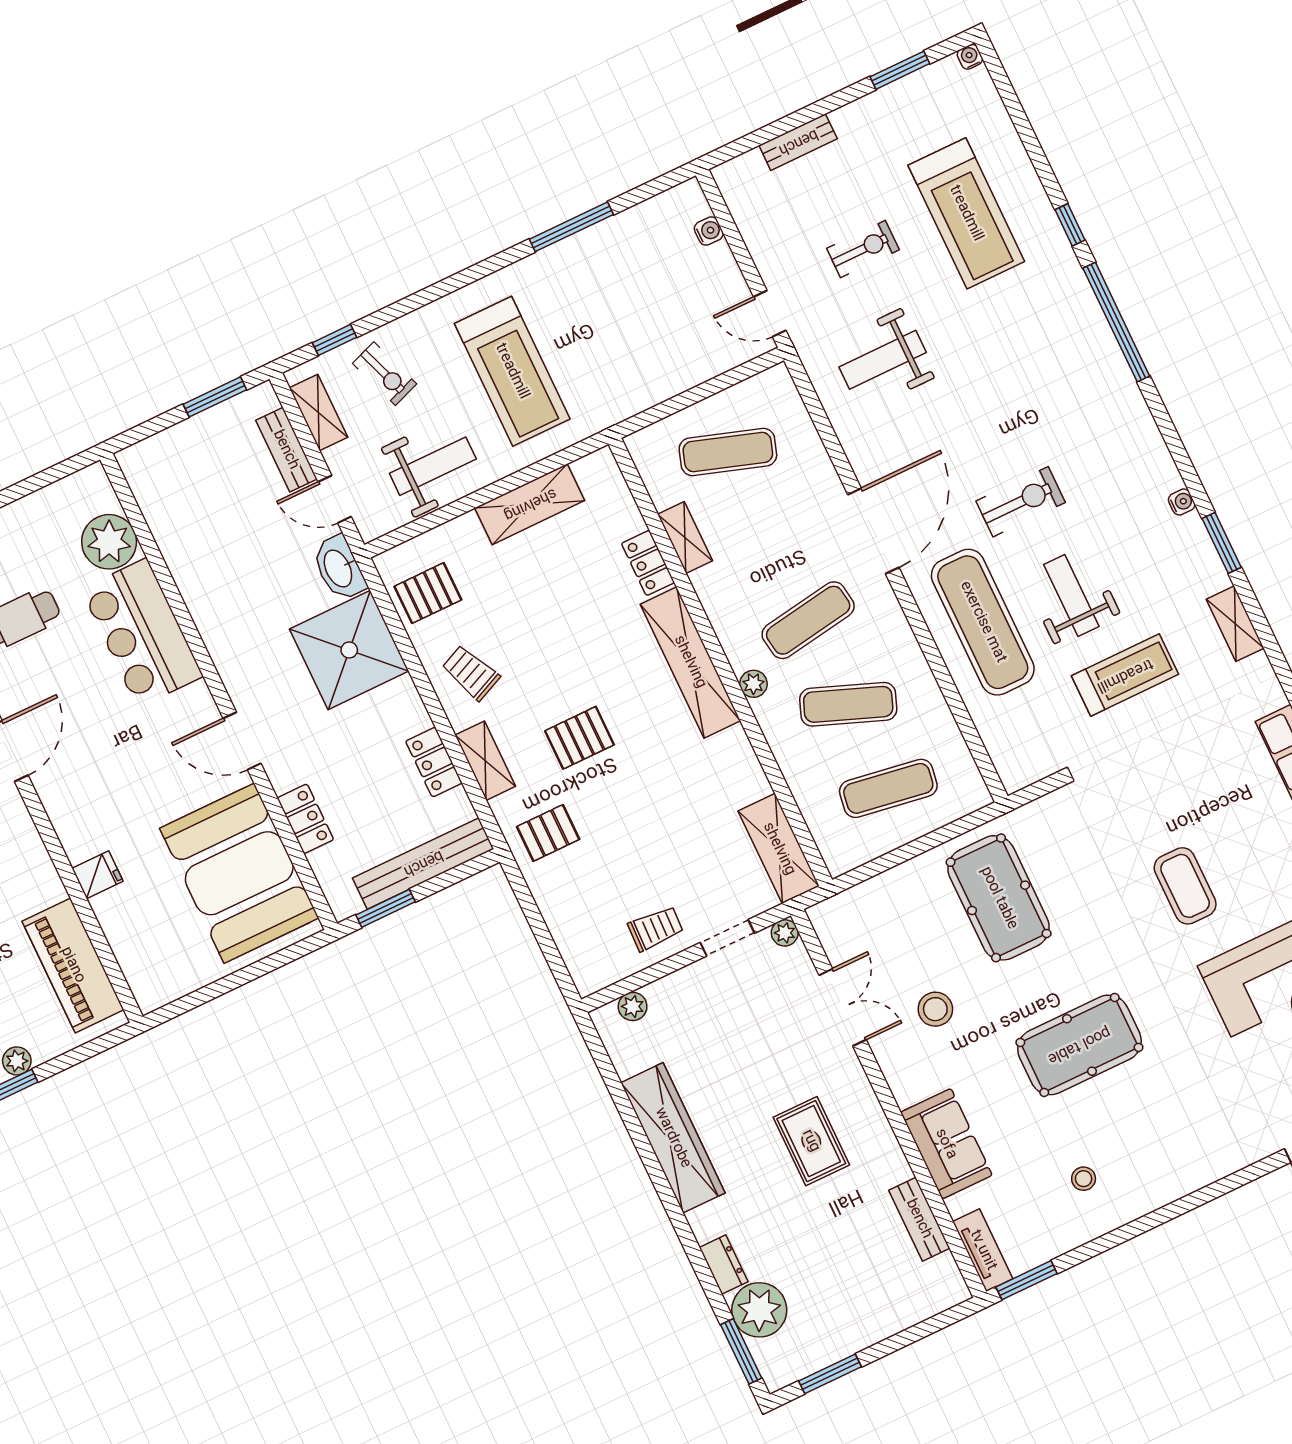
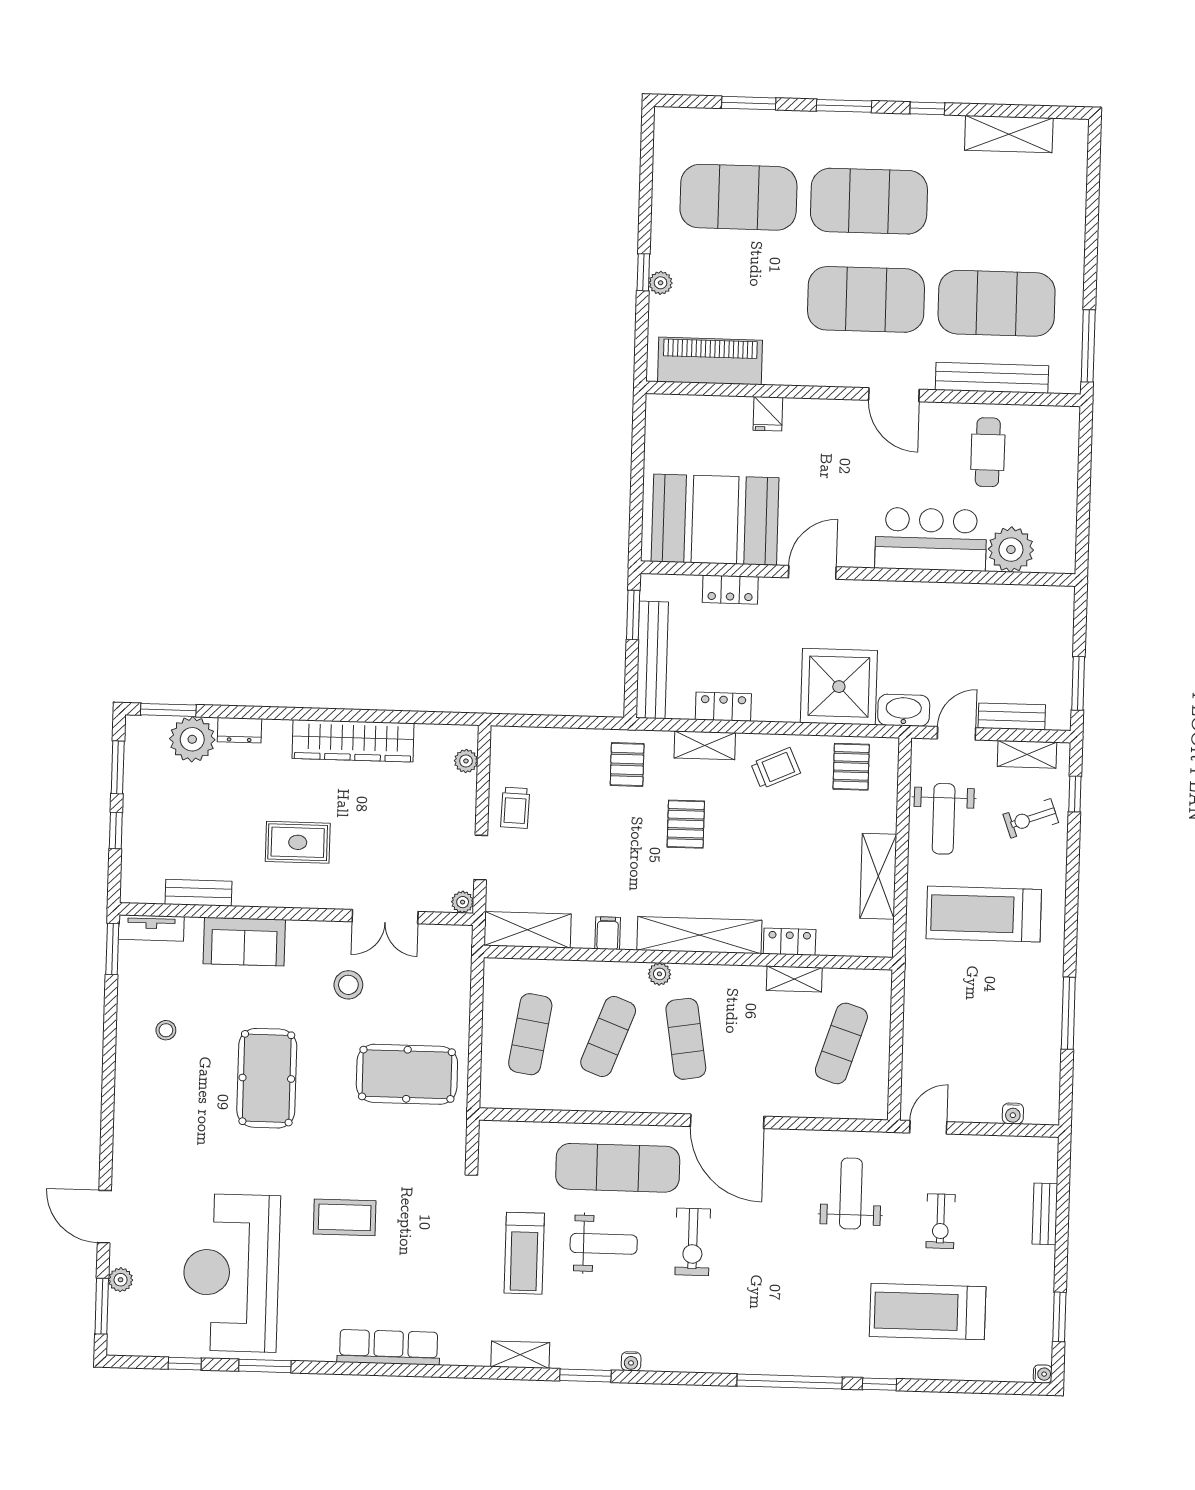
filing cabinet: (738, 761) -> (608, 933), added
window: (898, 1341) -> (116, 830), added

